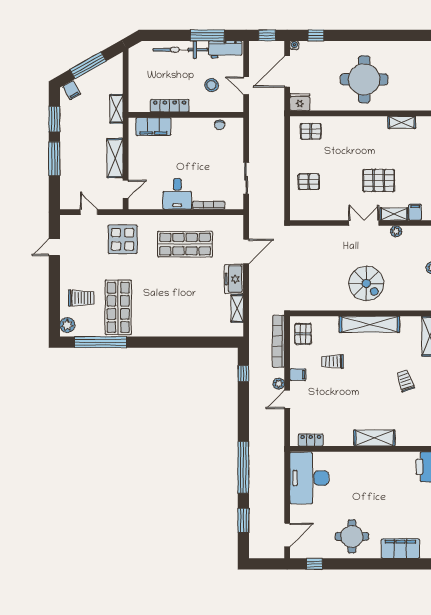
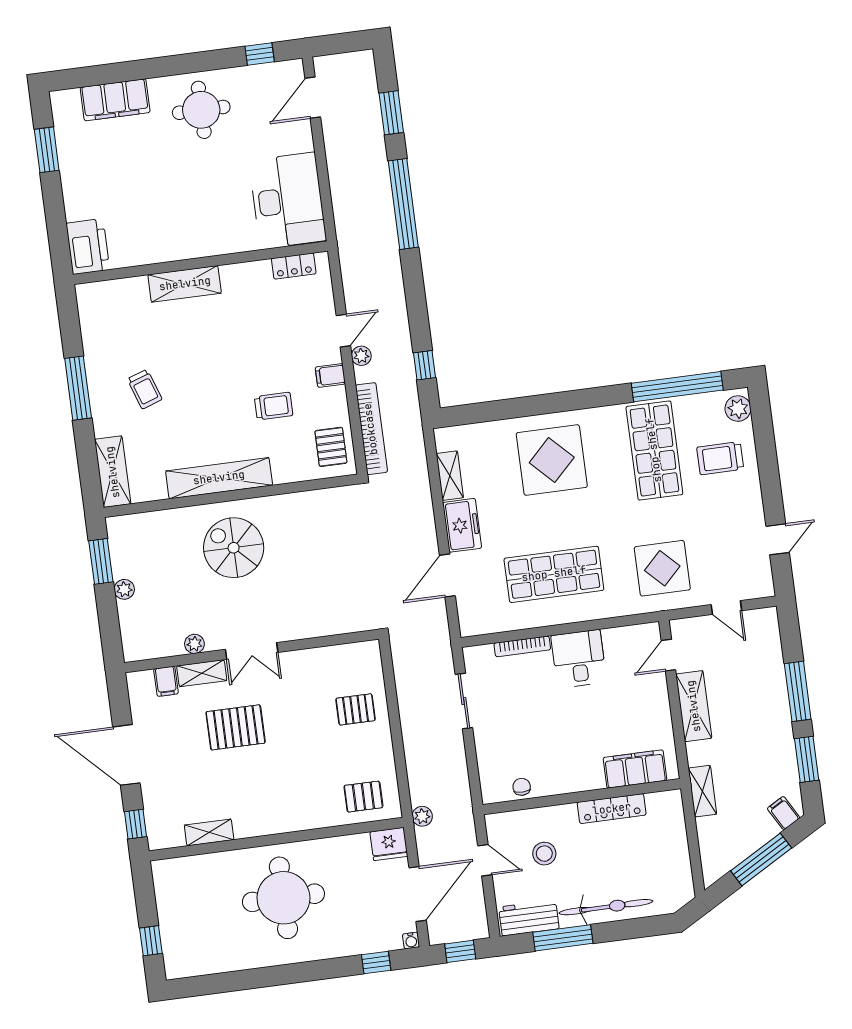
plant: (279, 116) -> (422, 816), added
display table: (178, 310) -> (552, 460), added

